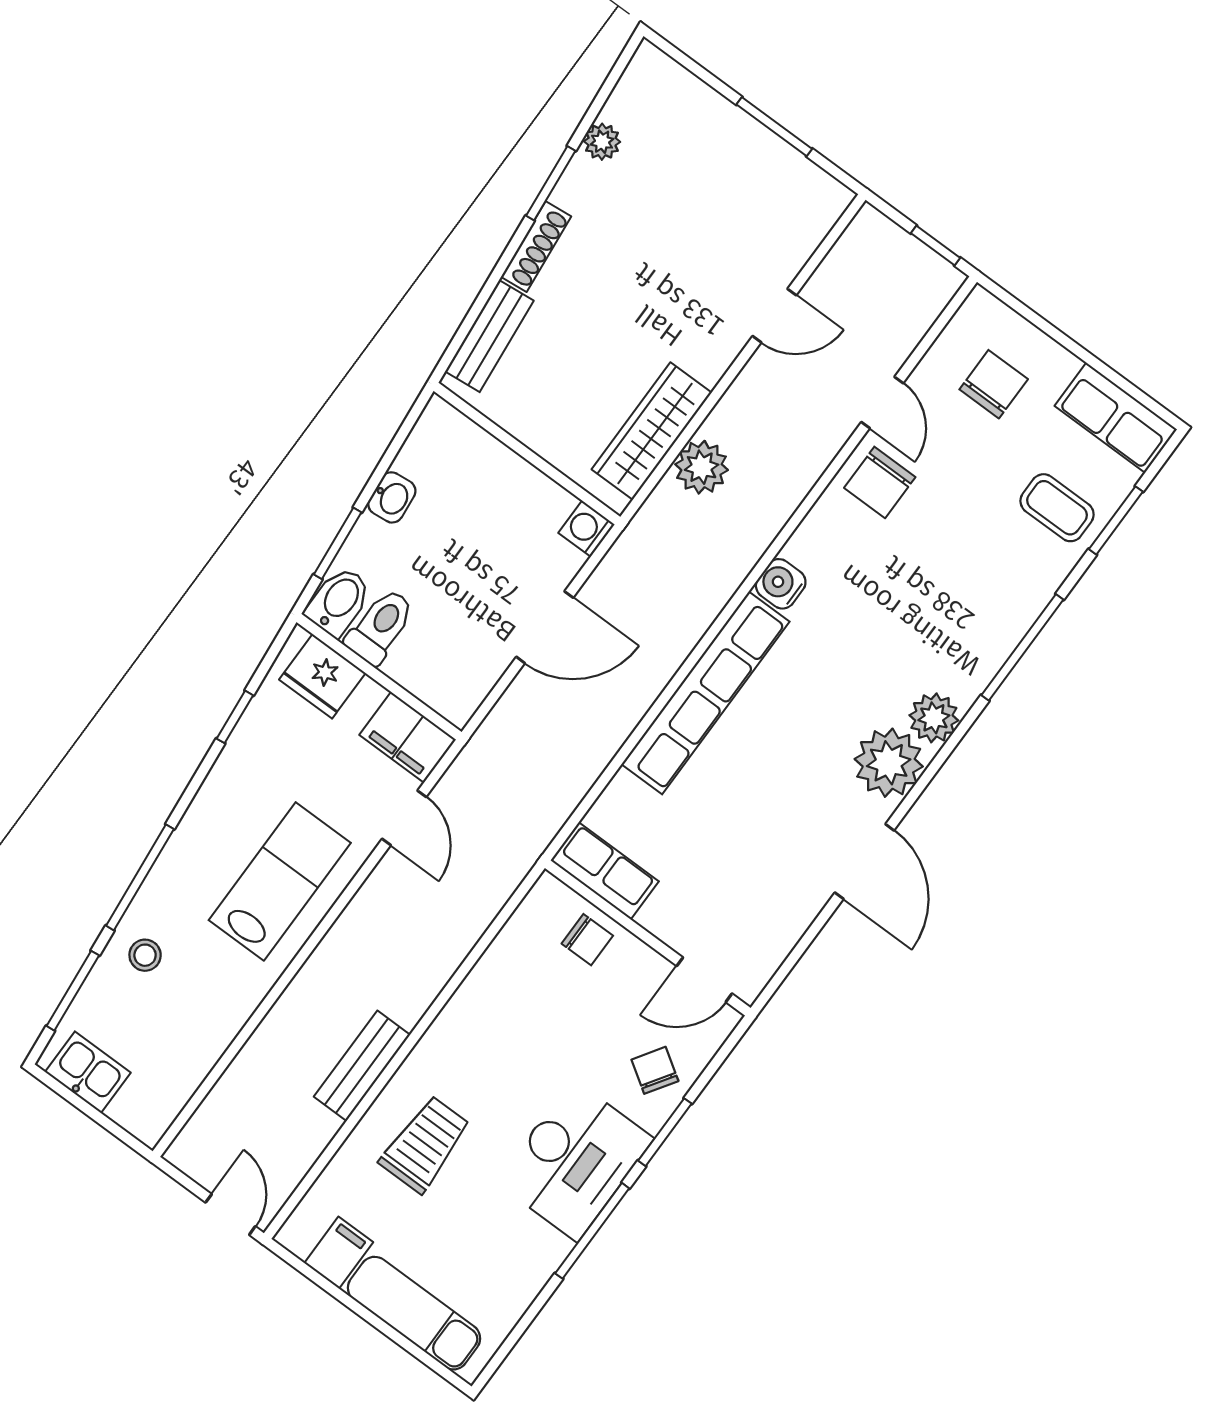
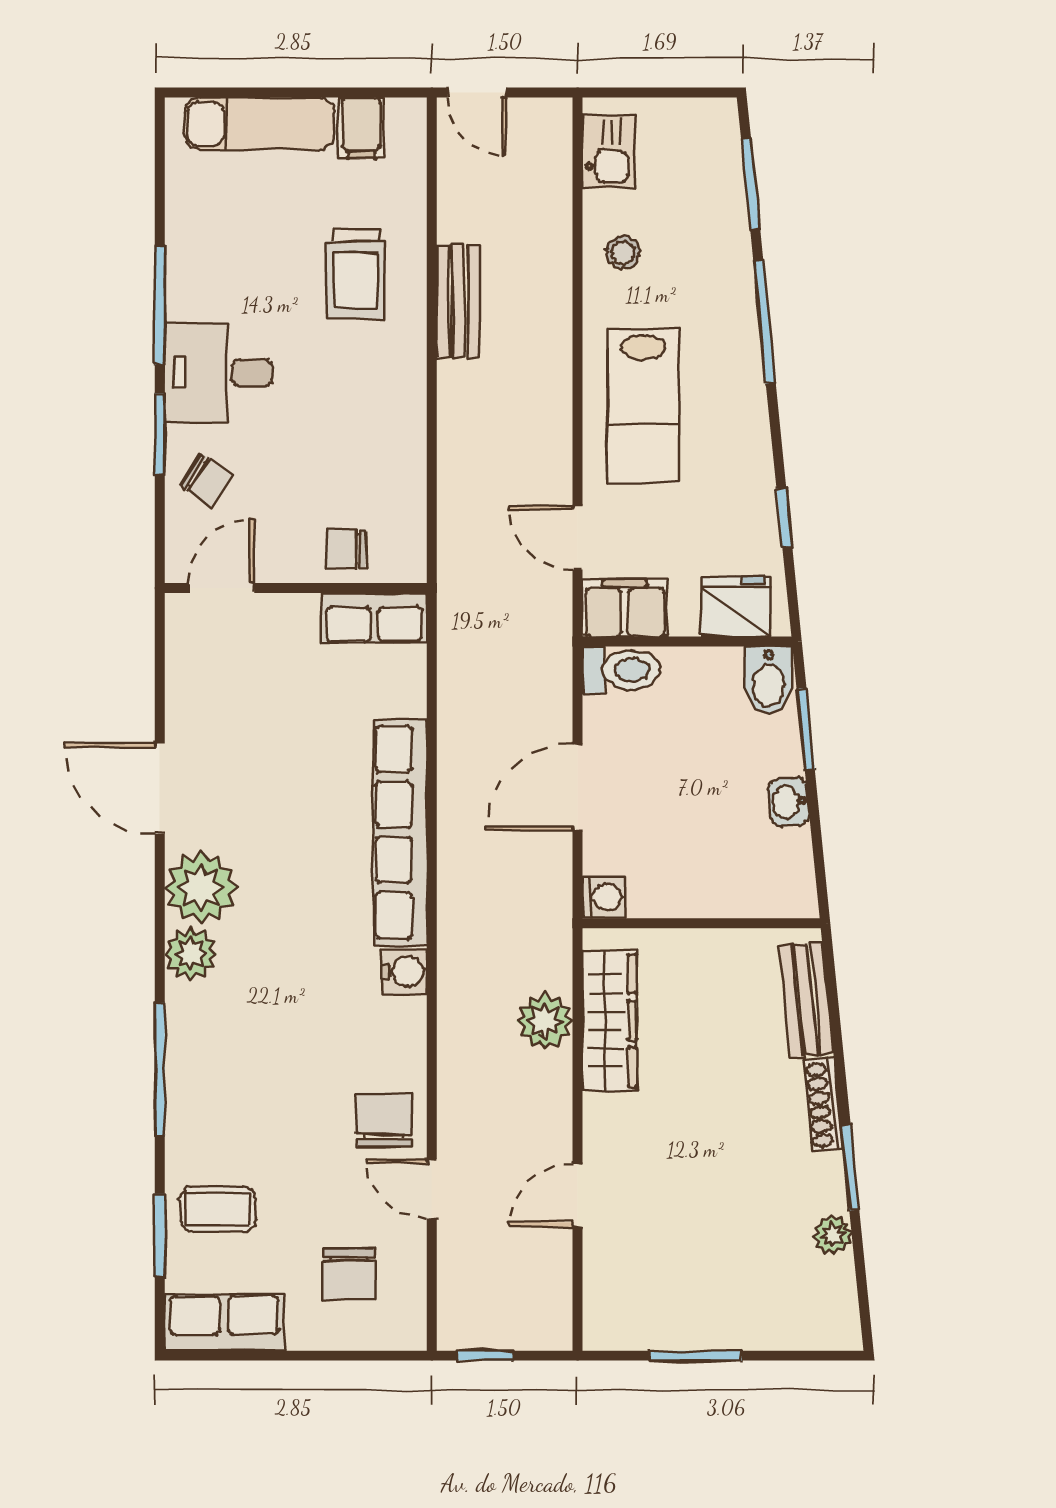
toilet: (380, 627) -> (621, 670), moved, turned -90
stool: (145, 955) -> (623, 253), moved
kitchen sink: (88, 1072) -> (609, 152), moved, turned -90
desk: (575, 1160) -> (219, 373), width x0.73

